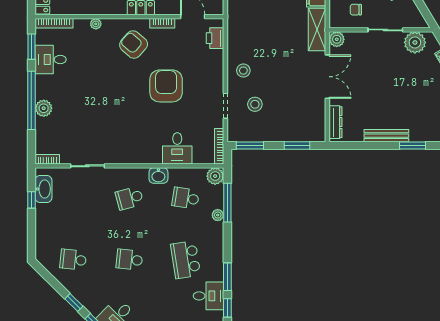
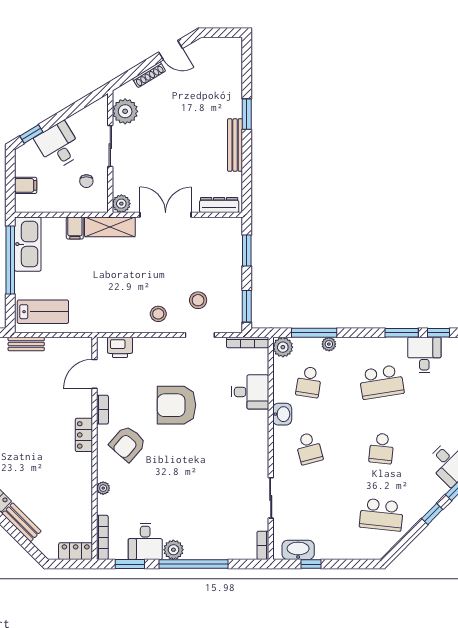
plant: (44, 108) -> (173, 550), moved
school desk: (73, 260) -> (381, 515), width x1.85

